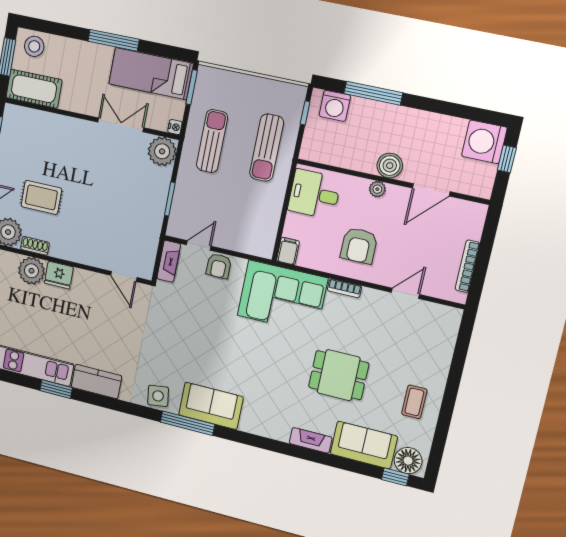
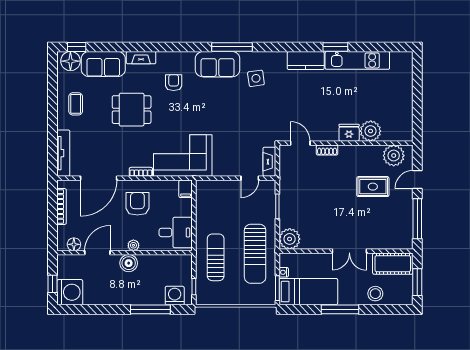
stool: (34, 46) -> (375, 294), moved
double door: (121, 125) -> (349, 251), moved
nightstand: (175, 127) -> (284, 272), moved
sun lounger: (212, 141) -> (255, 254), width x1.36, depth x1.34
floor lamp: (462, 209) -> (74, 244), added
shoe rack: (35, 246) -> (327, 150), moved
armchair: (219, 266) -> (174, 83), moved
door: (405, 293) -> (99, 178), width x1.87
tv unit: (447, 339) -> (63, 153), added
side table: (158, 396) -> (256, 78), moved

